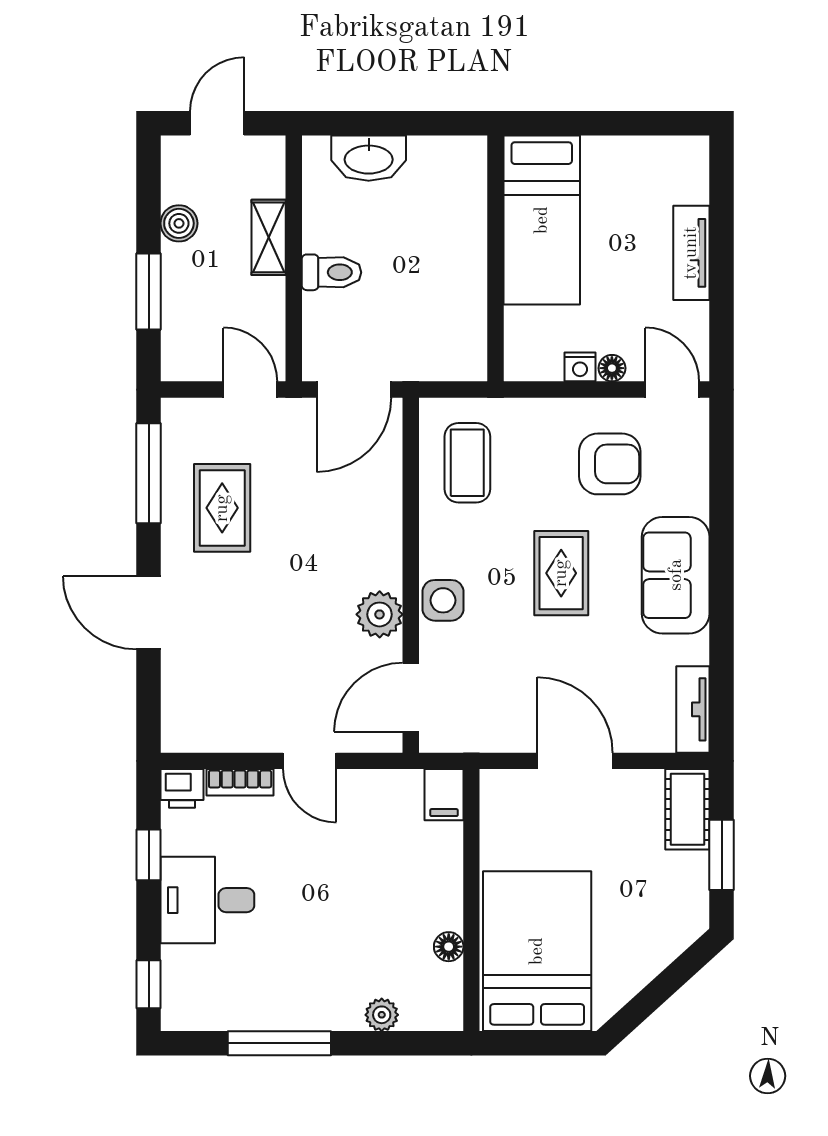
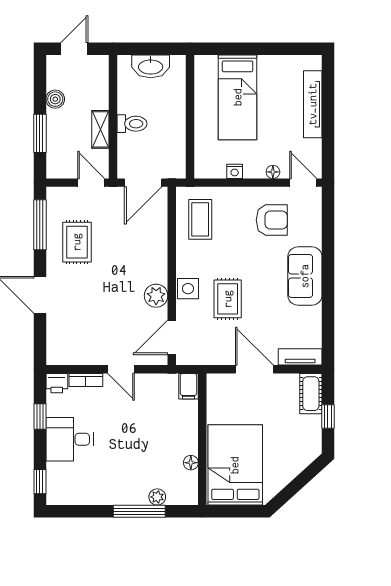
shelving: (269, 237) -> (100, 129), moved
tv unit: (691, 253) -> (313, 104), width x1.41
wall: (496, 258) -> (190, 117), moved
nightstand: (580, 367) -> (235, 171), moved
rug: (561, 573) -> (228, 299), moved
tv unit: (693, 709) -> (300, 357), moved, turned 90
window: (722, 855) -> (328, 417), width x0.67
window: (279, 1043) -> (139, 511), moved

